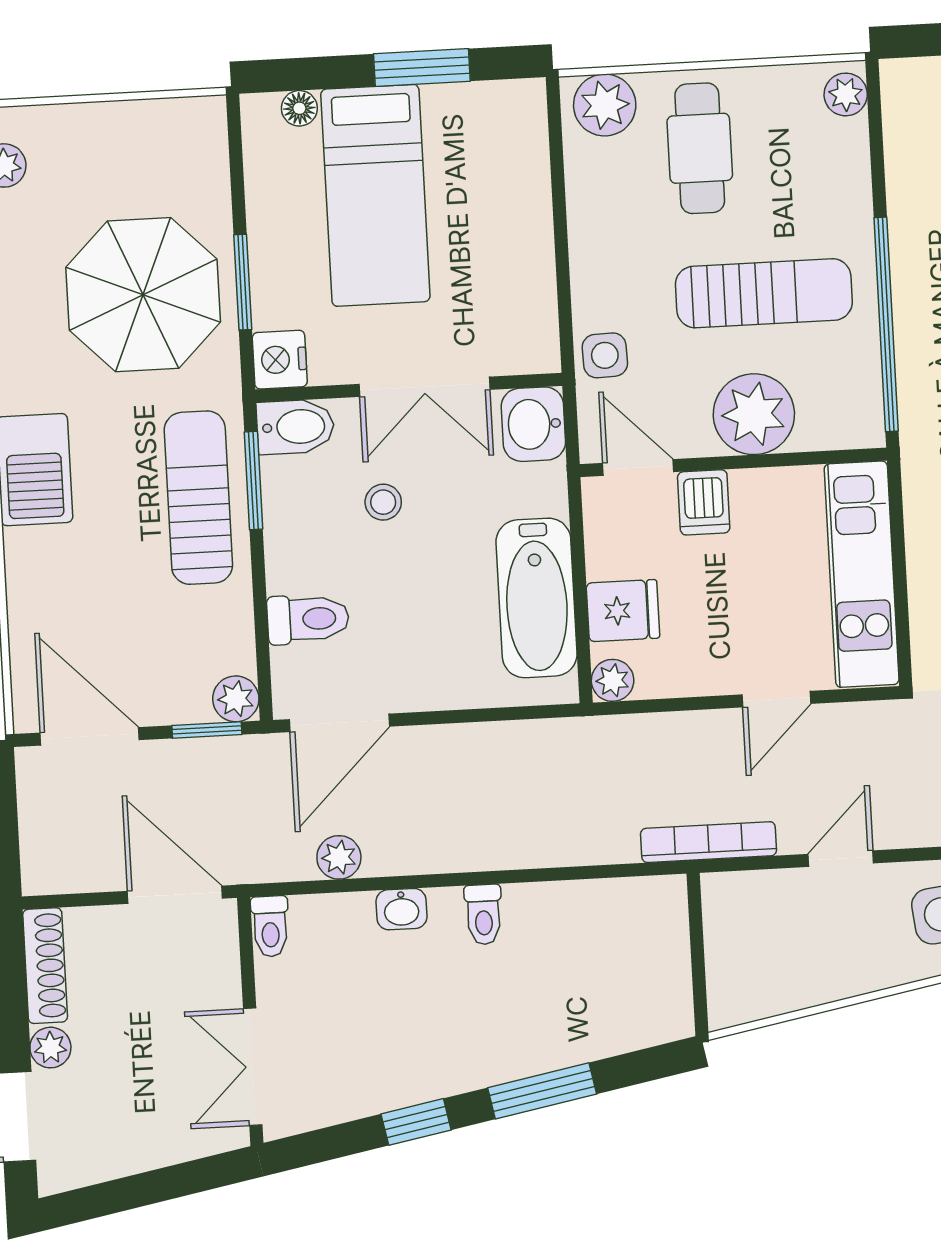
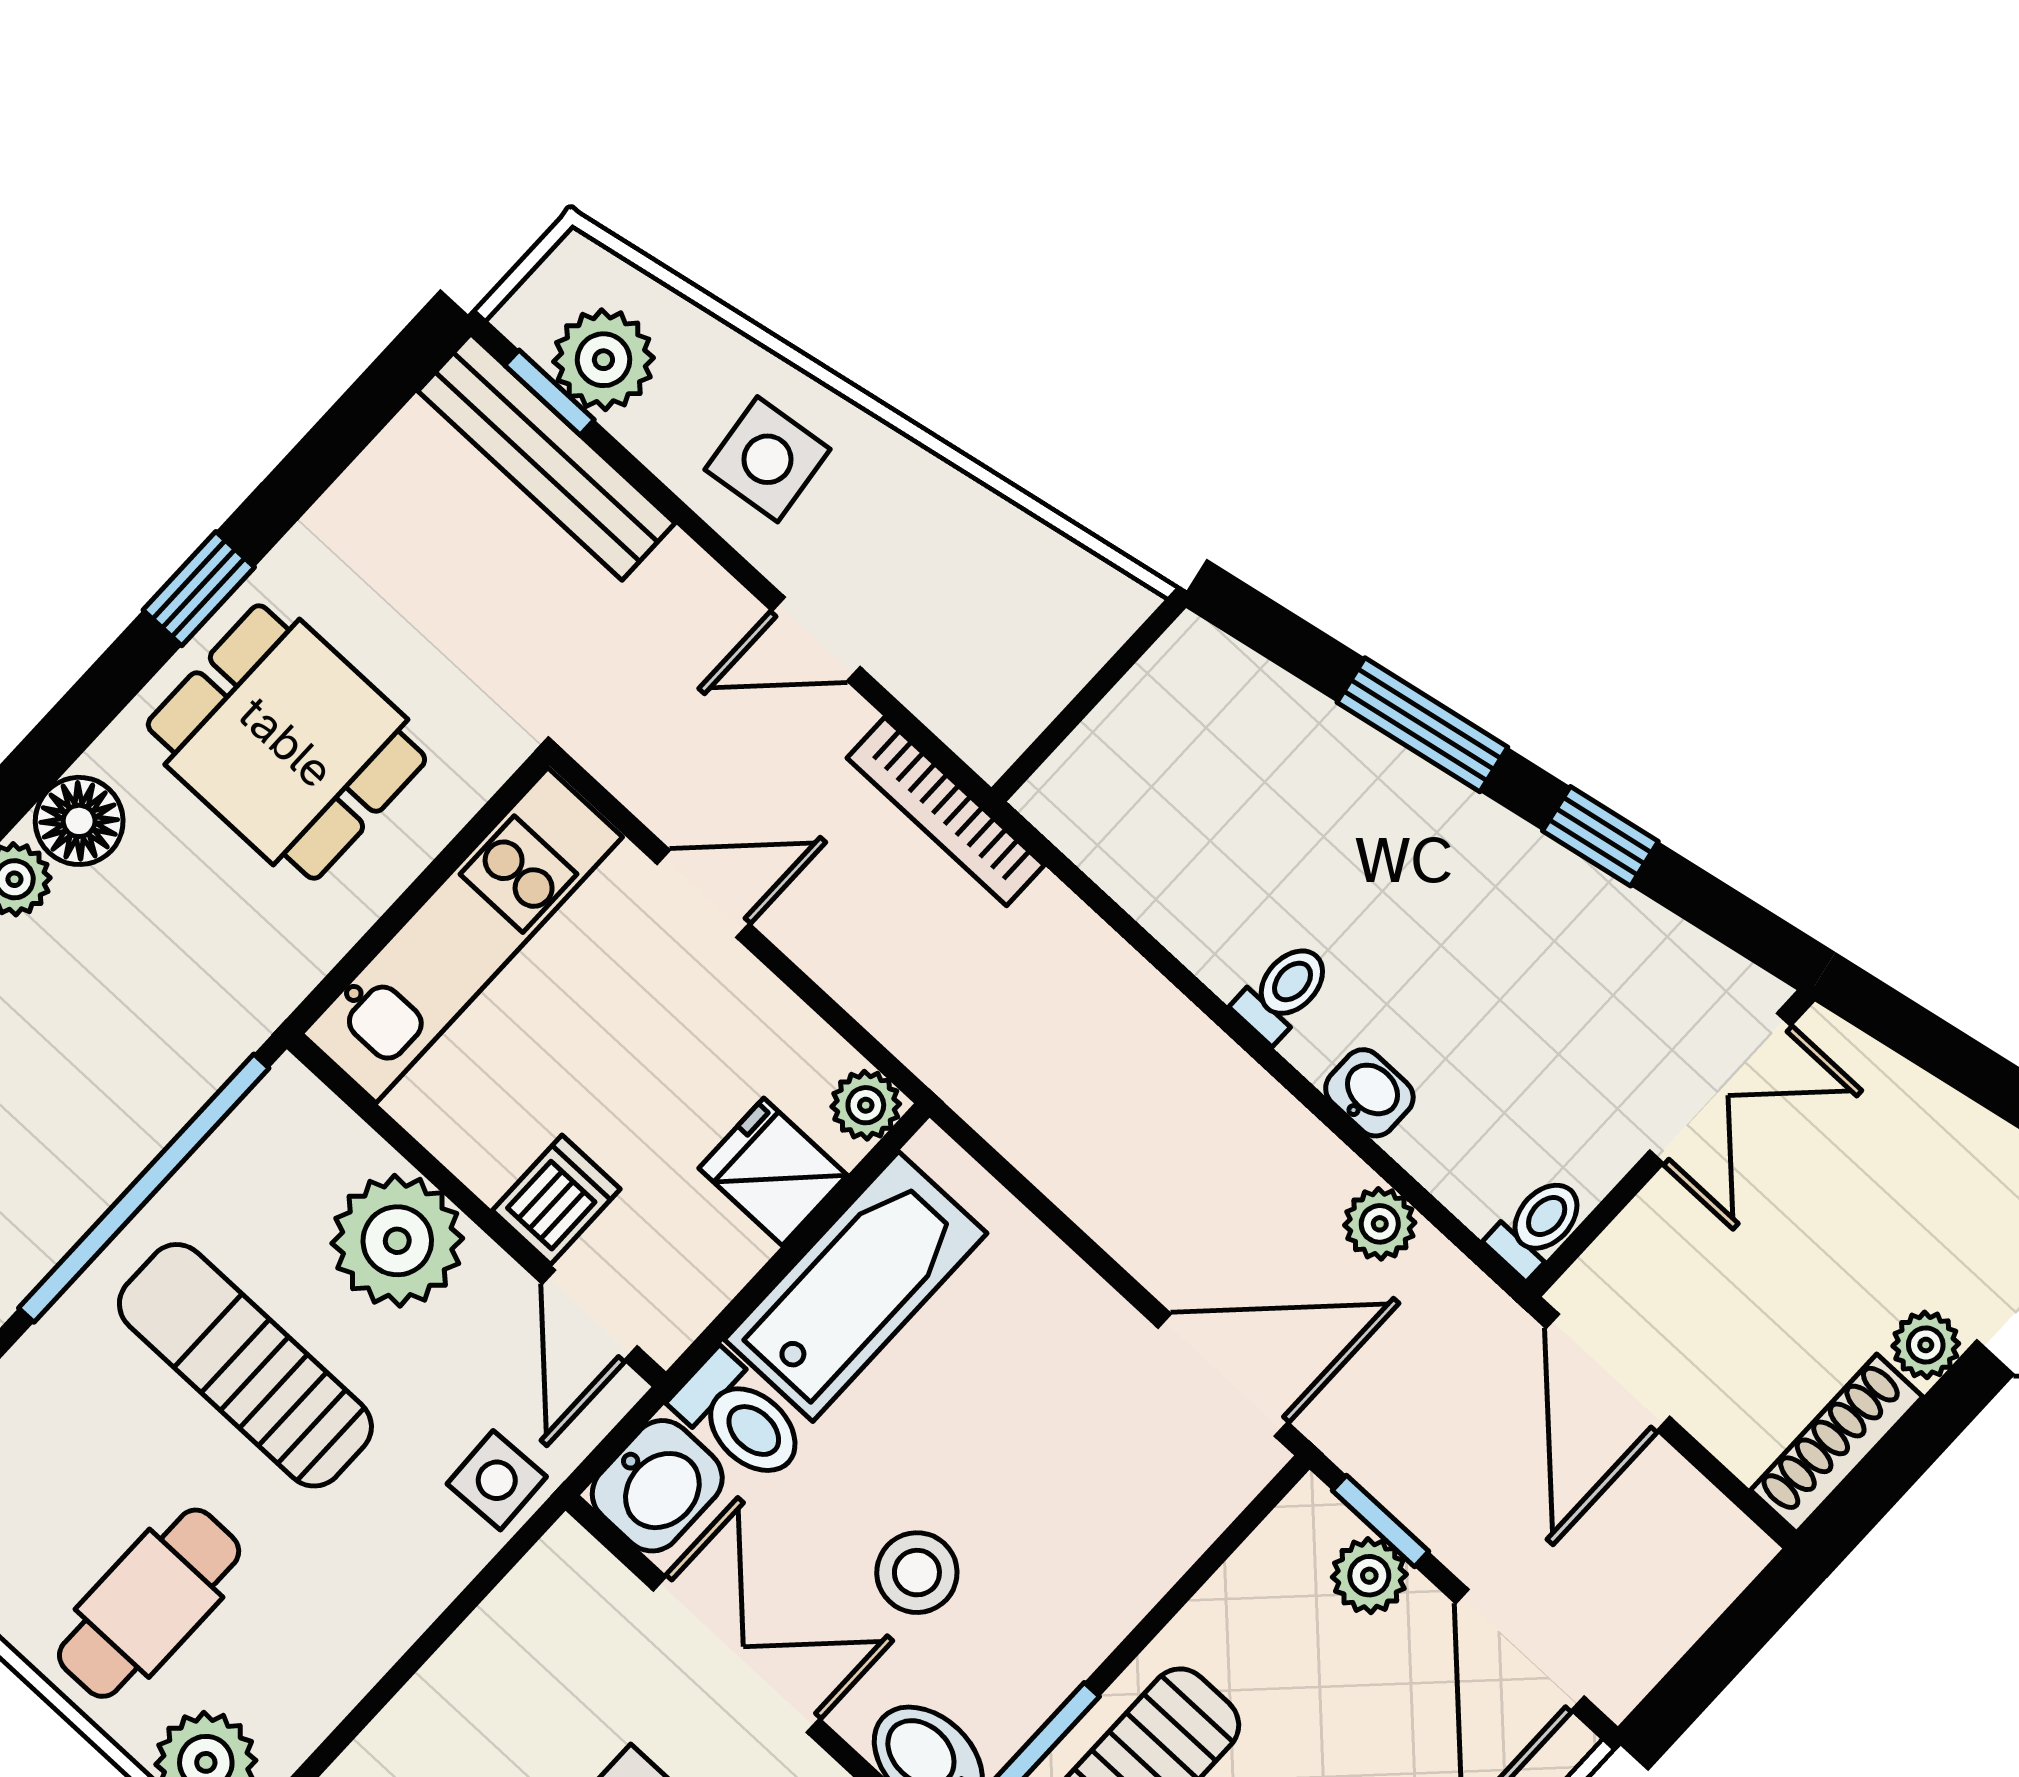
stool: (383, 502) -> (917, 1573), width x1.37, depth x1.37
toilet: (308, 619) -> (740, 1418), moved, turned 180
plant: (236, 699) -> (1369, 1576), moved

